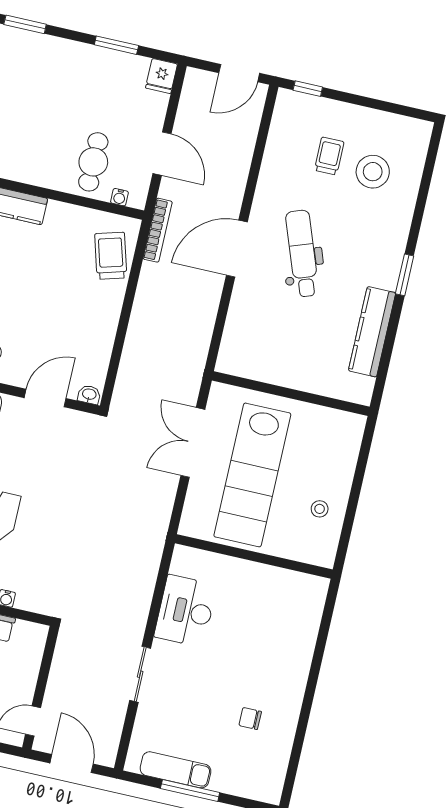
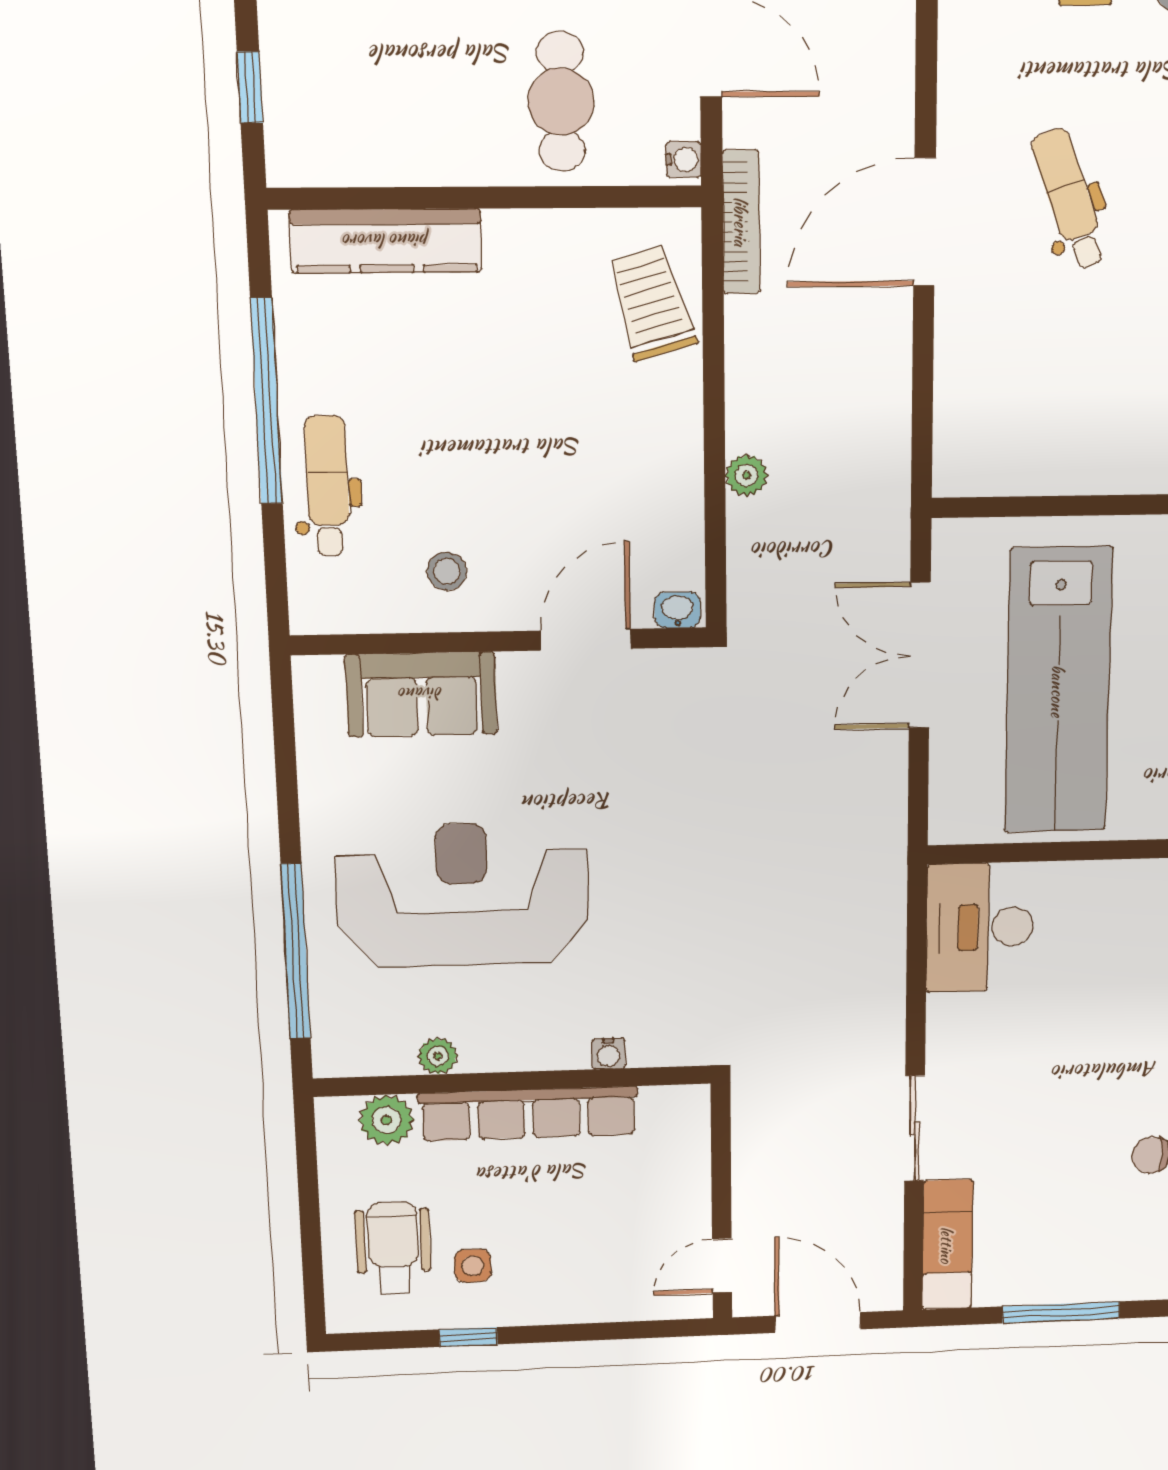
water cooler: (119, 197) -> (683, 160), moved, turned -90
dental chair: (302, 254) -> (1069, 199), width x0.73, depth x0.72
plant: (134, 341) -> (747, 475), added
desk: (185, 611) -> (980, 927), moved
exam couch: (176, 770) -> (947, 1245), moved, turned 90

